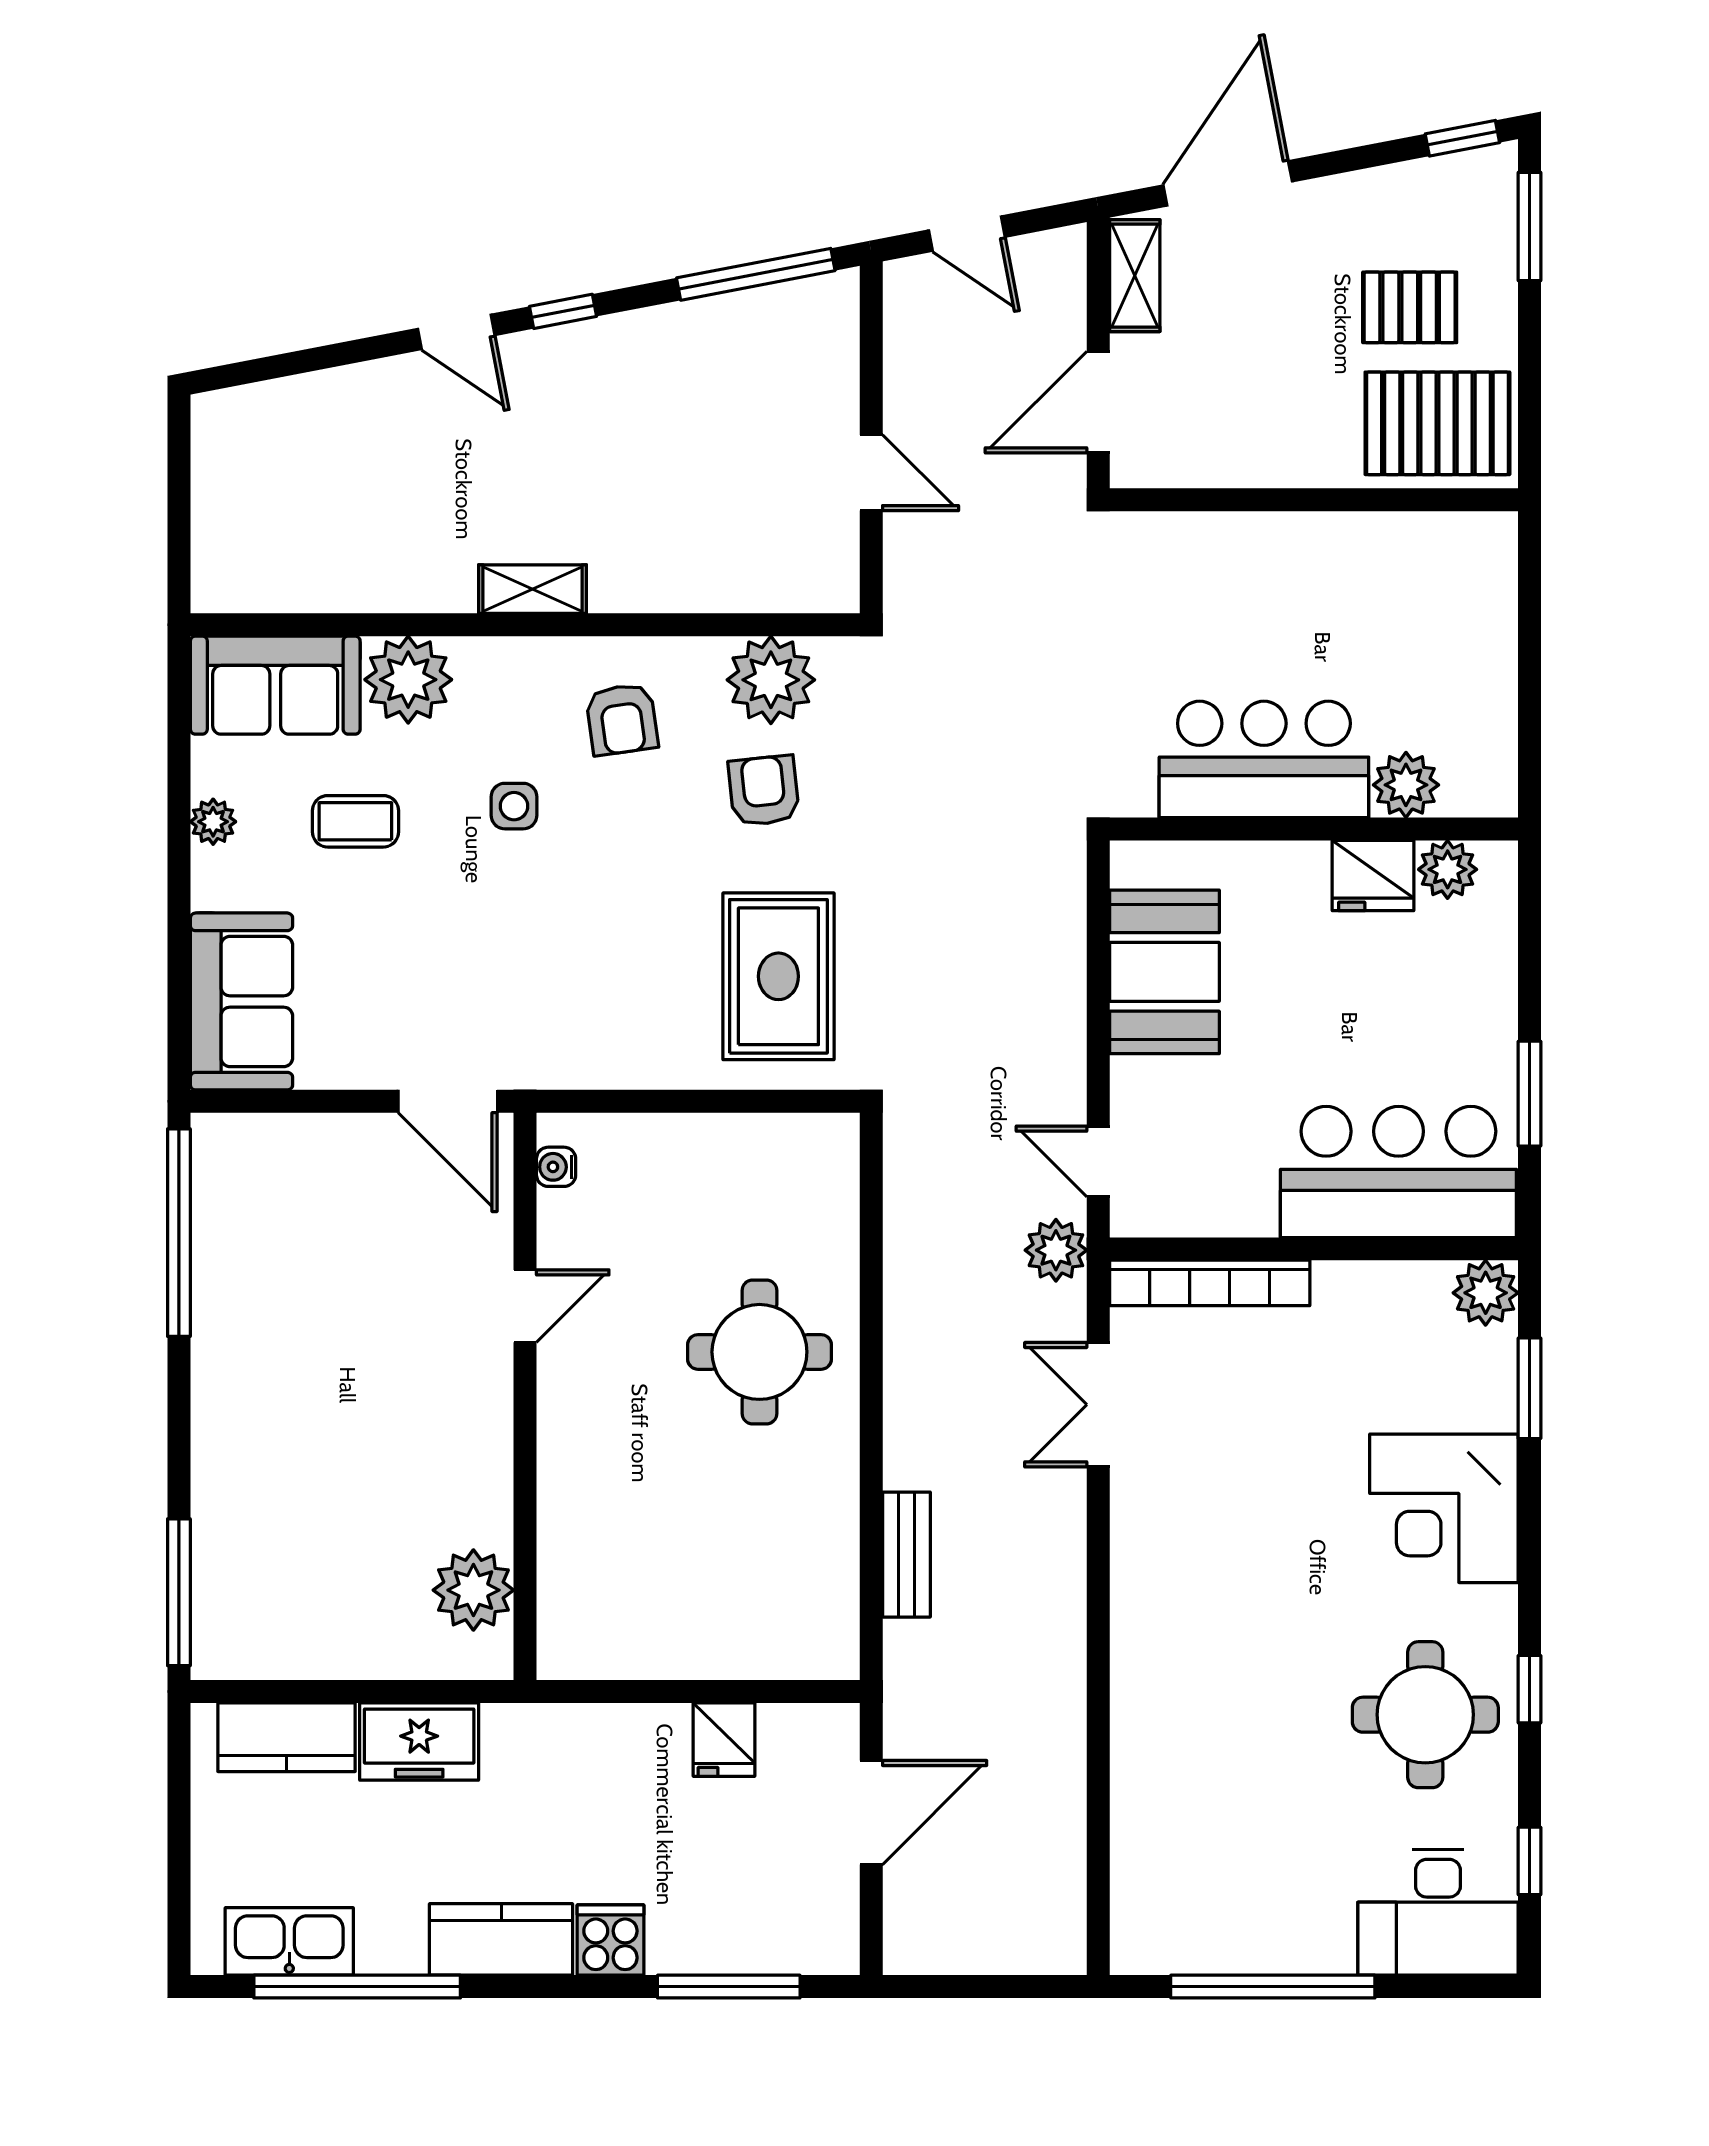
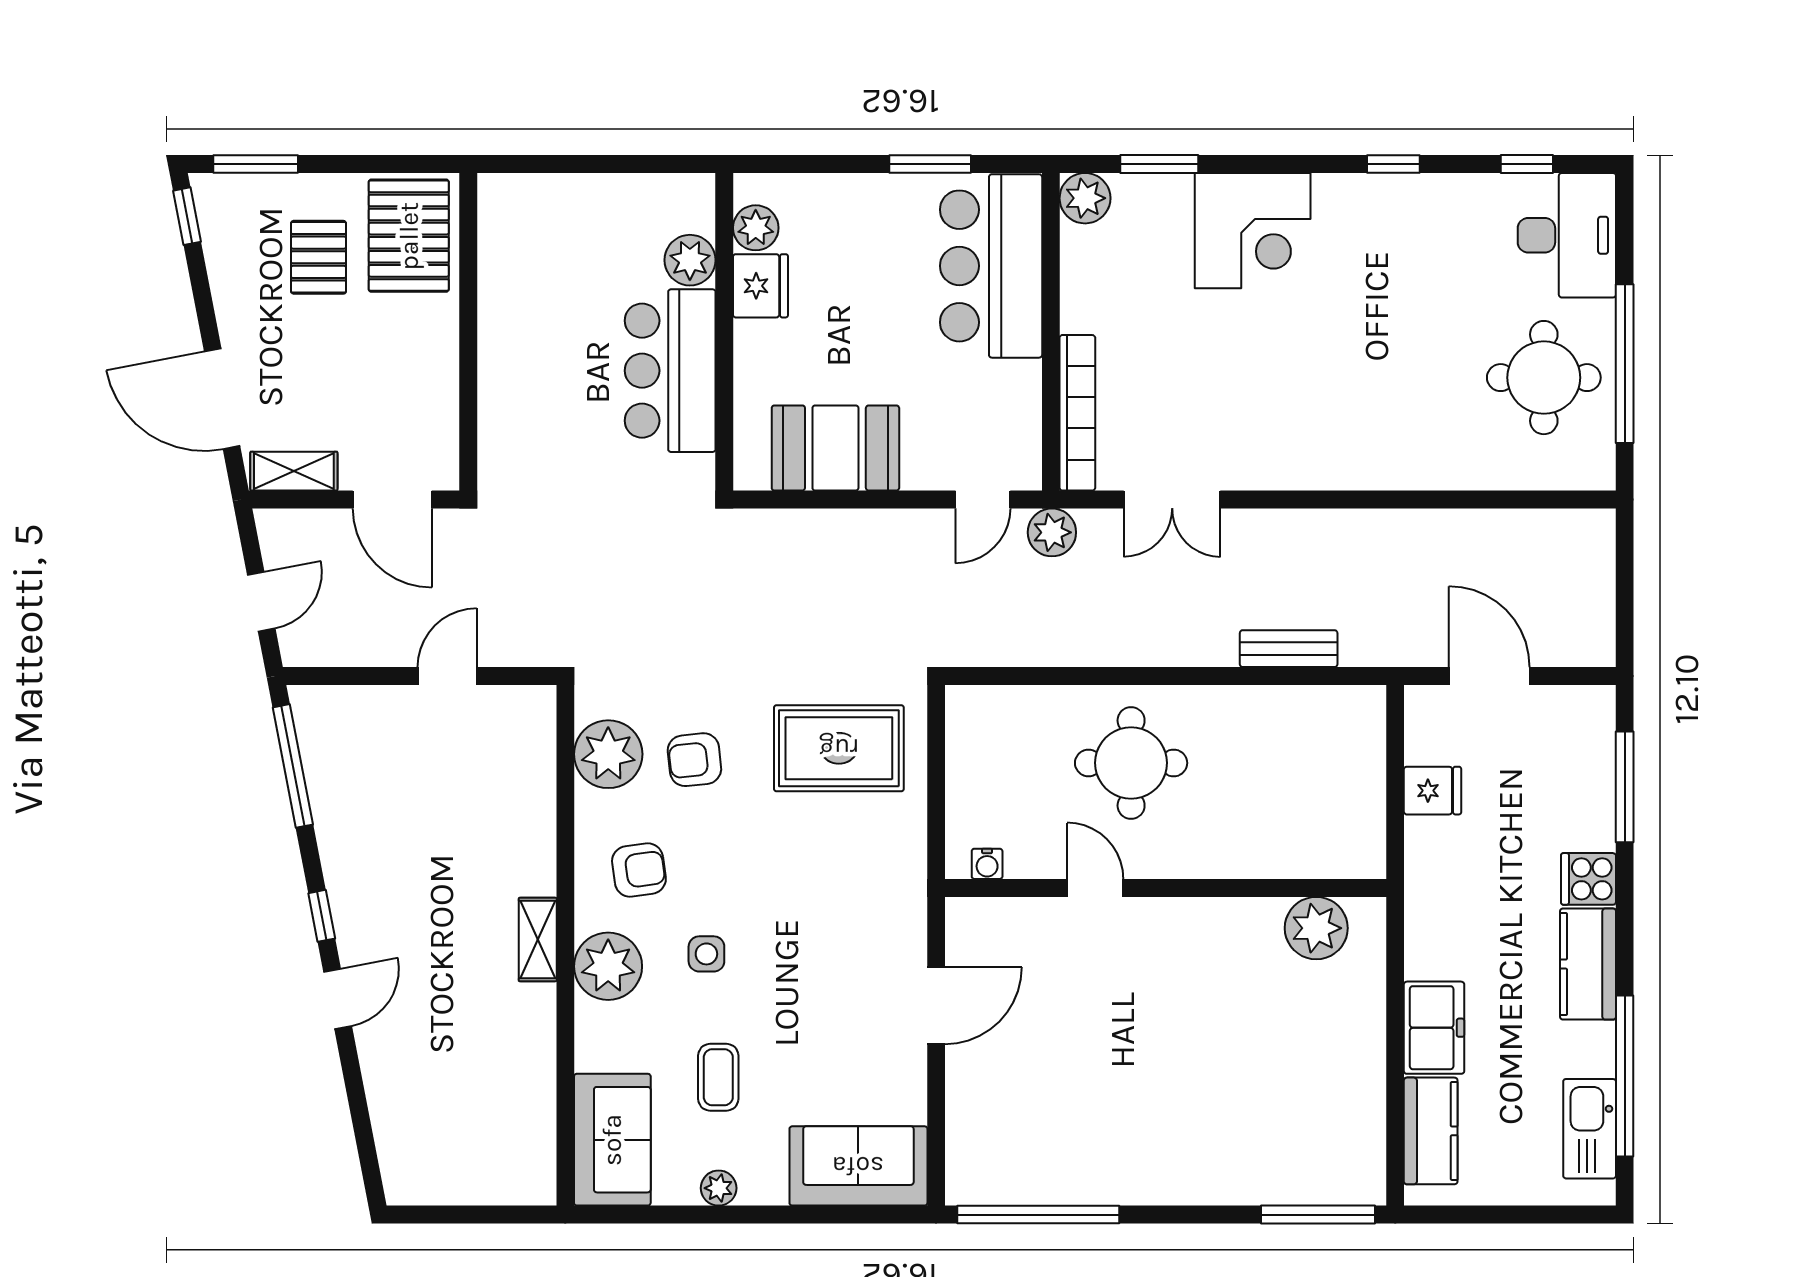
plant: (408, 680) -> (608, 966), moved
water cooler: (556, 1167) -> (987, 864), moved
door: (525, 1306) -> (1095, 888), moved
wall: (525, 1396) -> (1166, 888), moved
plant: (473, 1590) -> (1316, 928), moved
round table: (1425, 1715) -> (1544, 378), moved

